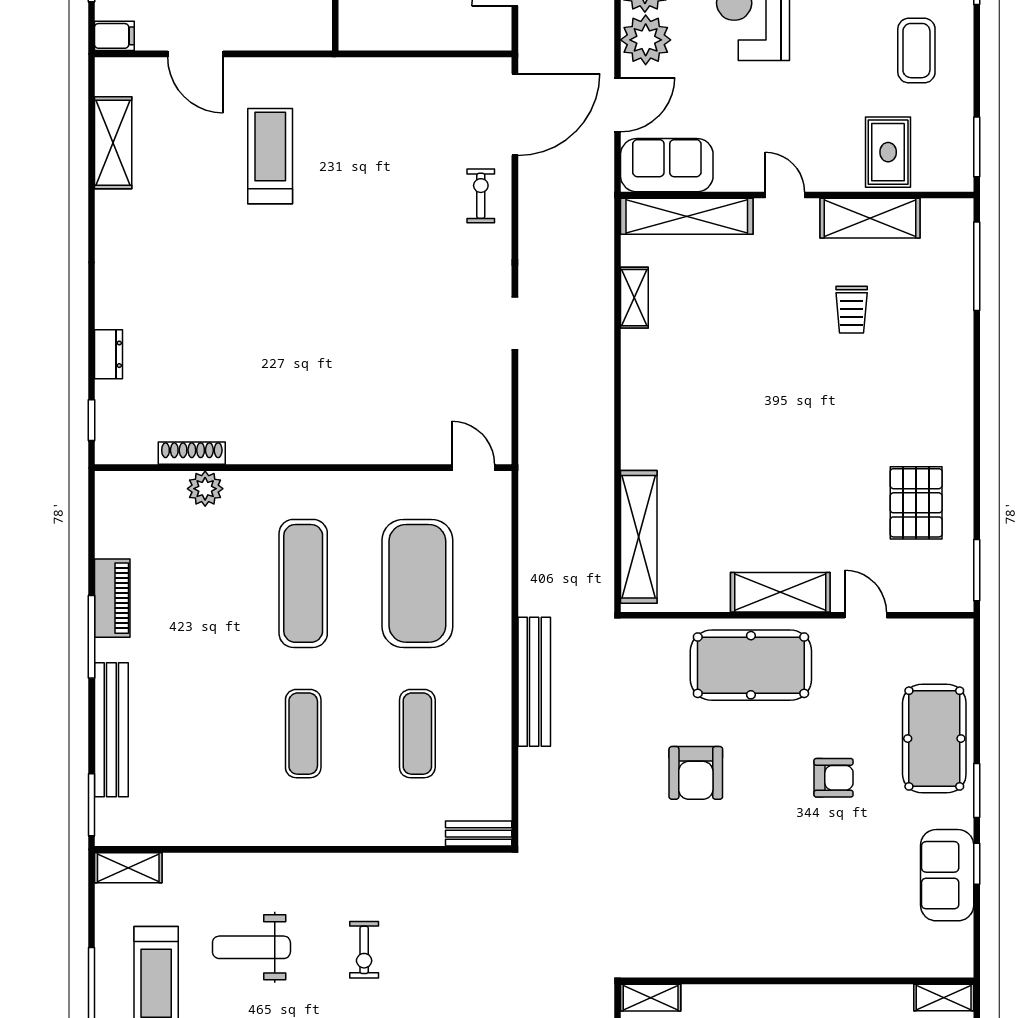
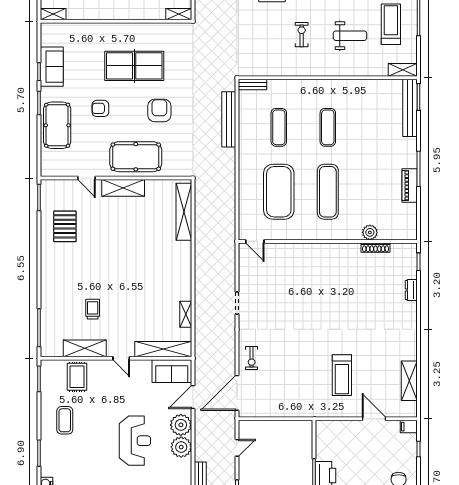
bench: (534, 682) -> (229, 119), moved
bench: (111, 730) -> (410, 108), moved
table tennis table: (755, 877) -> (134, 66), added

